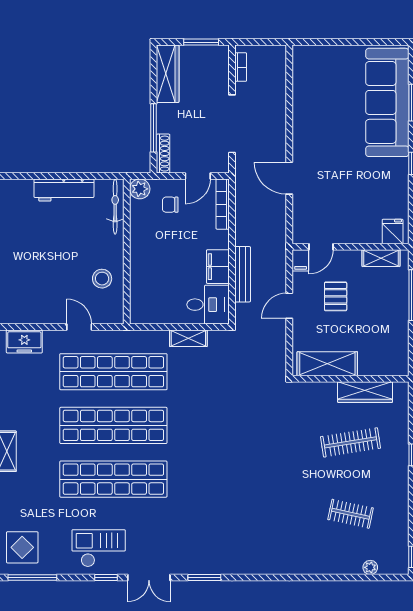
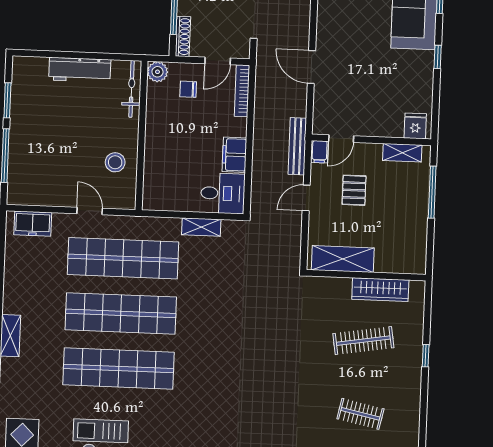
bench: (243, 274) -> (297, 146), moved

